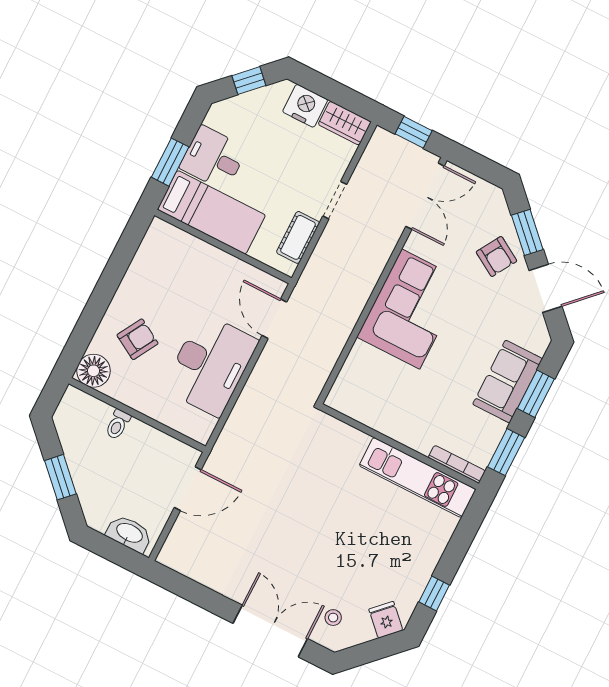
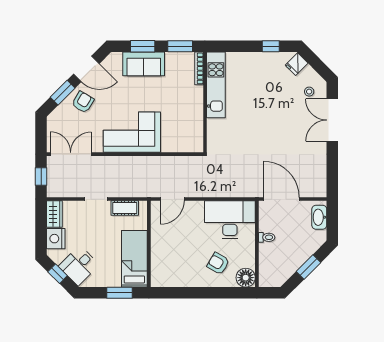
desk: (213, 158) -> (79, 266), moved, turned 45
door: (545, 288) -> (86, 69), swing flipped
desk: (210, 365) -> (230, 220), moved
toilet: (118, 424) -> (267, 237), moved
door: (188, 489) -> (281, 199), width x1.36

